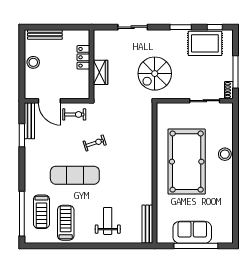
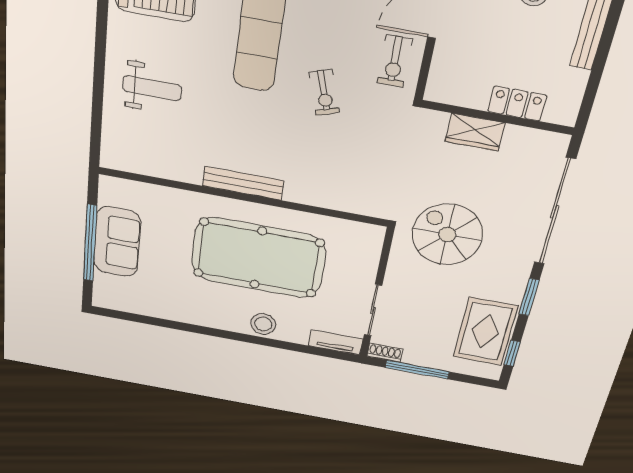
sliding door: (133, 27) -> (555, 212), width x1.86
tv unit: (228, 116) -> (336, 342), added
bench: (147, 224) -> (243, 183), moved

